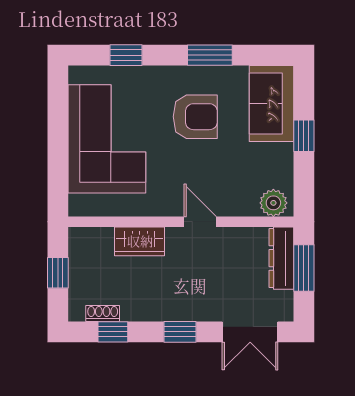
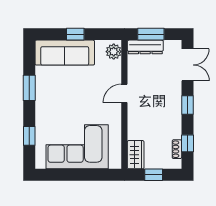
sofa: (272, 104) -> (65, 53), width x1.36
armchair: (195, 117) -> (64, 96), removed
wardrobe: (140, 241) -> (136, 155), moved

